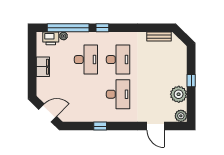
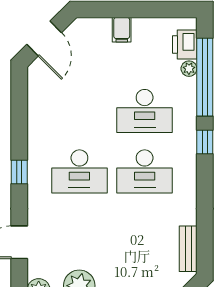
filing cabinet: (43, 67) -> (122, 30), width x0.50
window: (100, 126) -> (19, 172), moved

